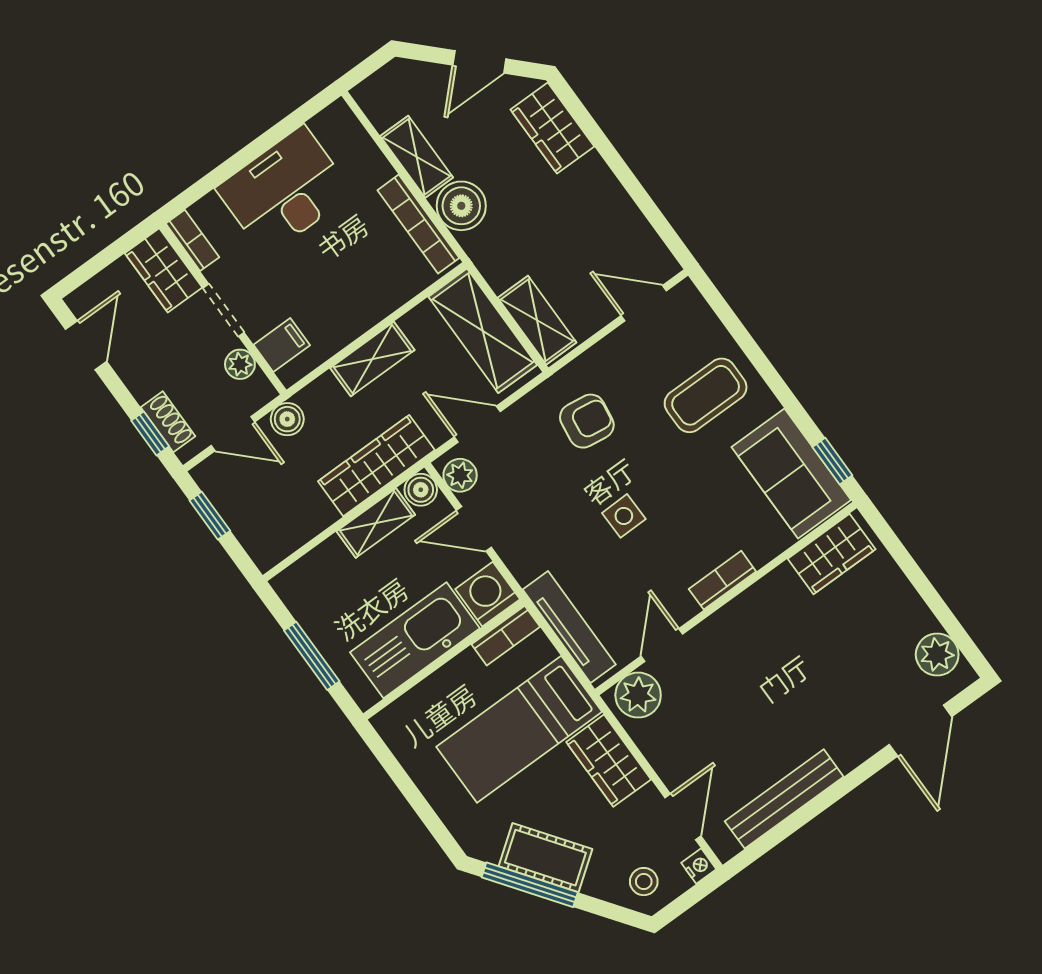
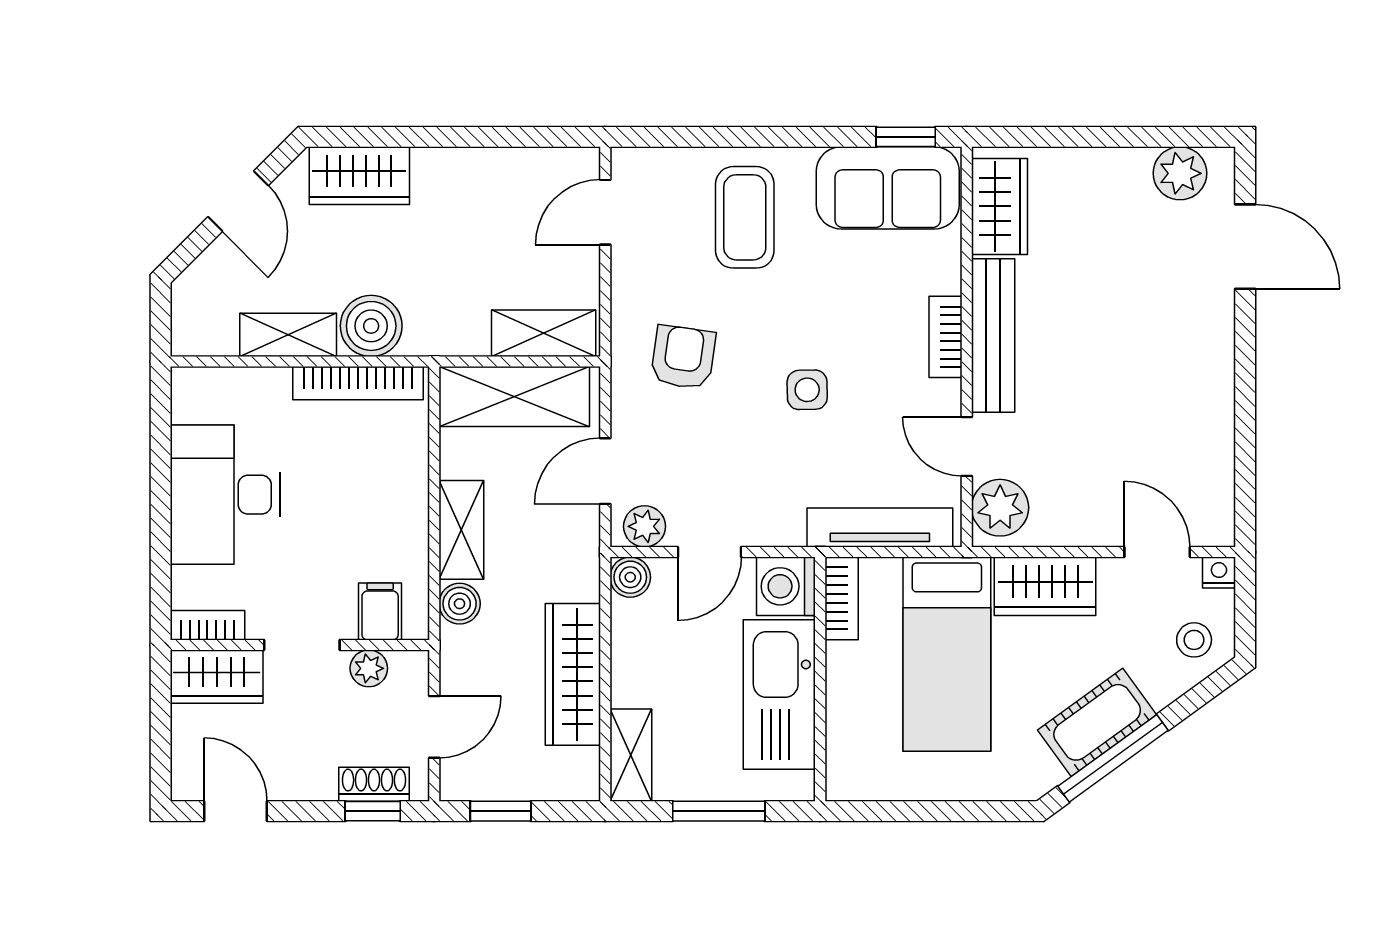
boiler: (287, 419) -> (460, 604), moved
wardrobe: (376, 466) -> (573, 674), moved
shelving: (376, 523) -> (631, 755), moved
bench: (784, 799) -> (993, 335), moved

